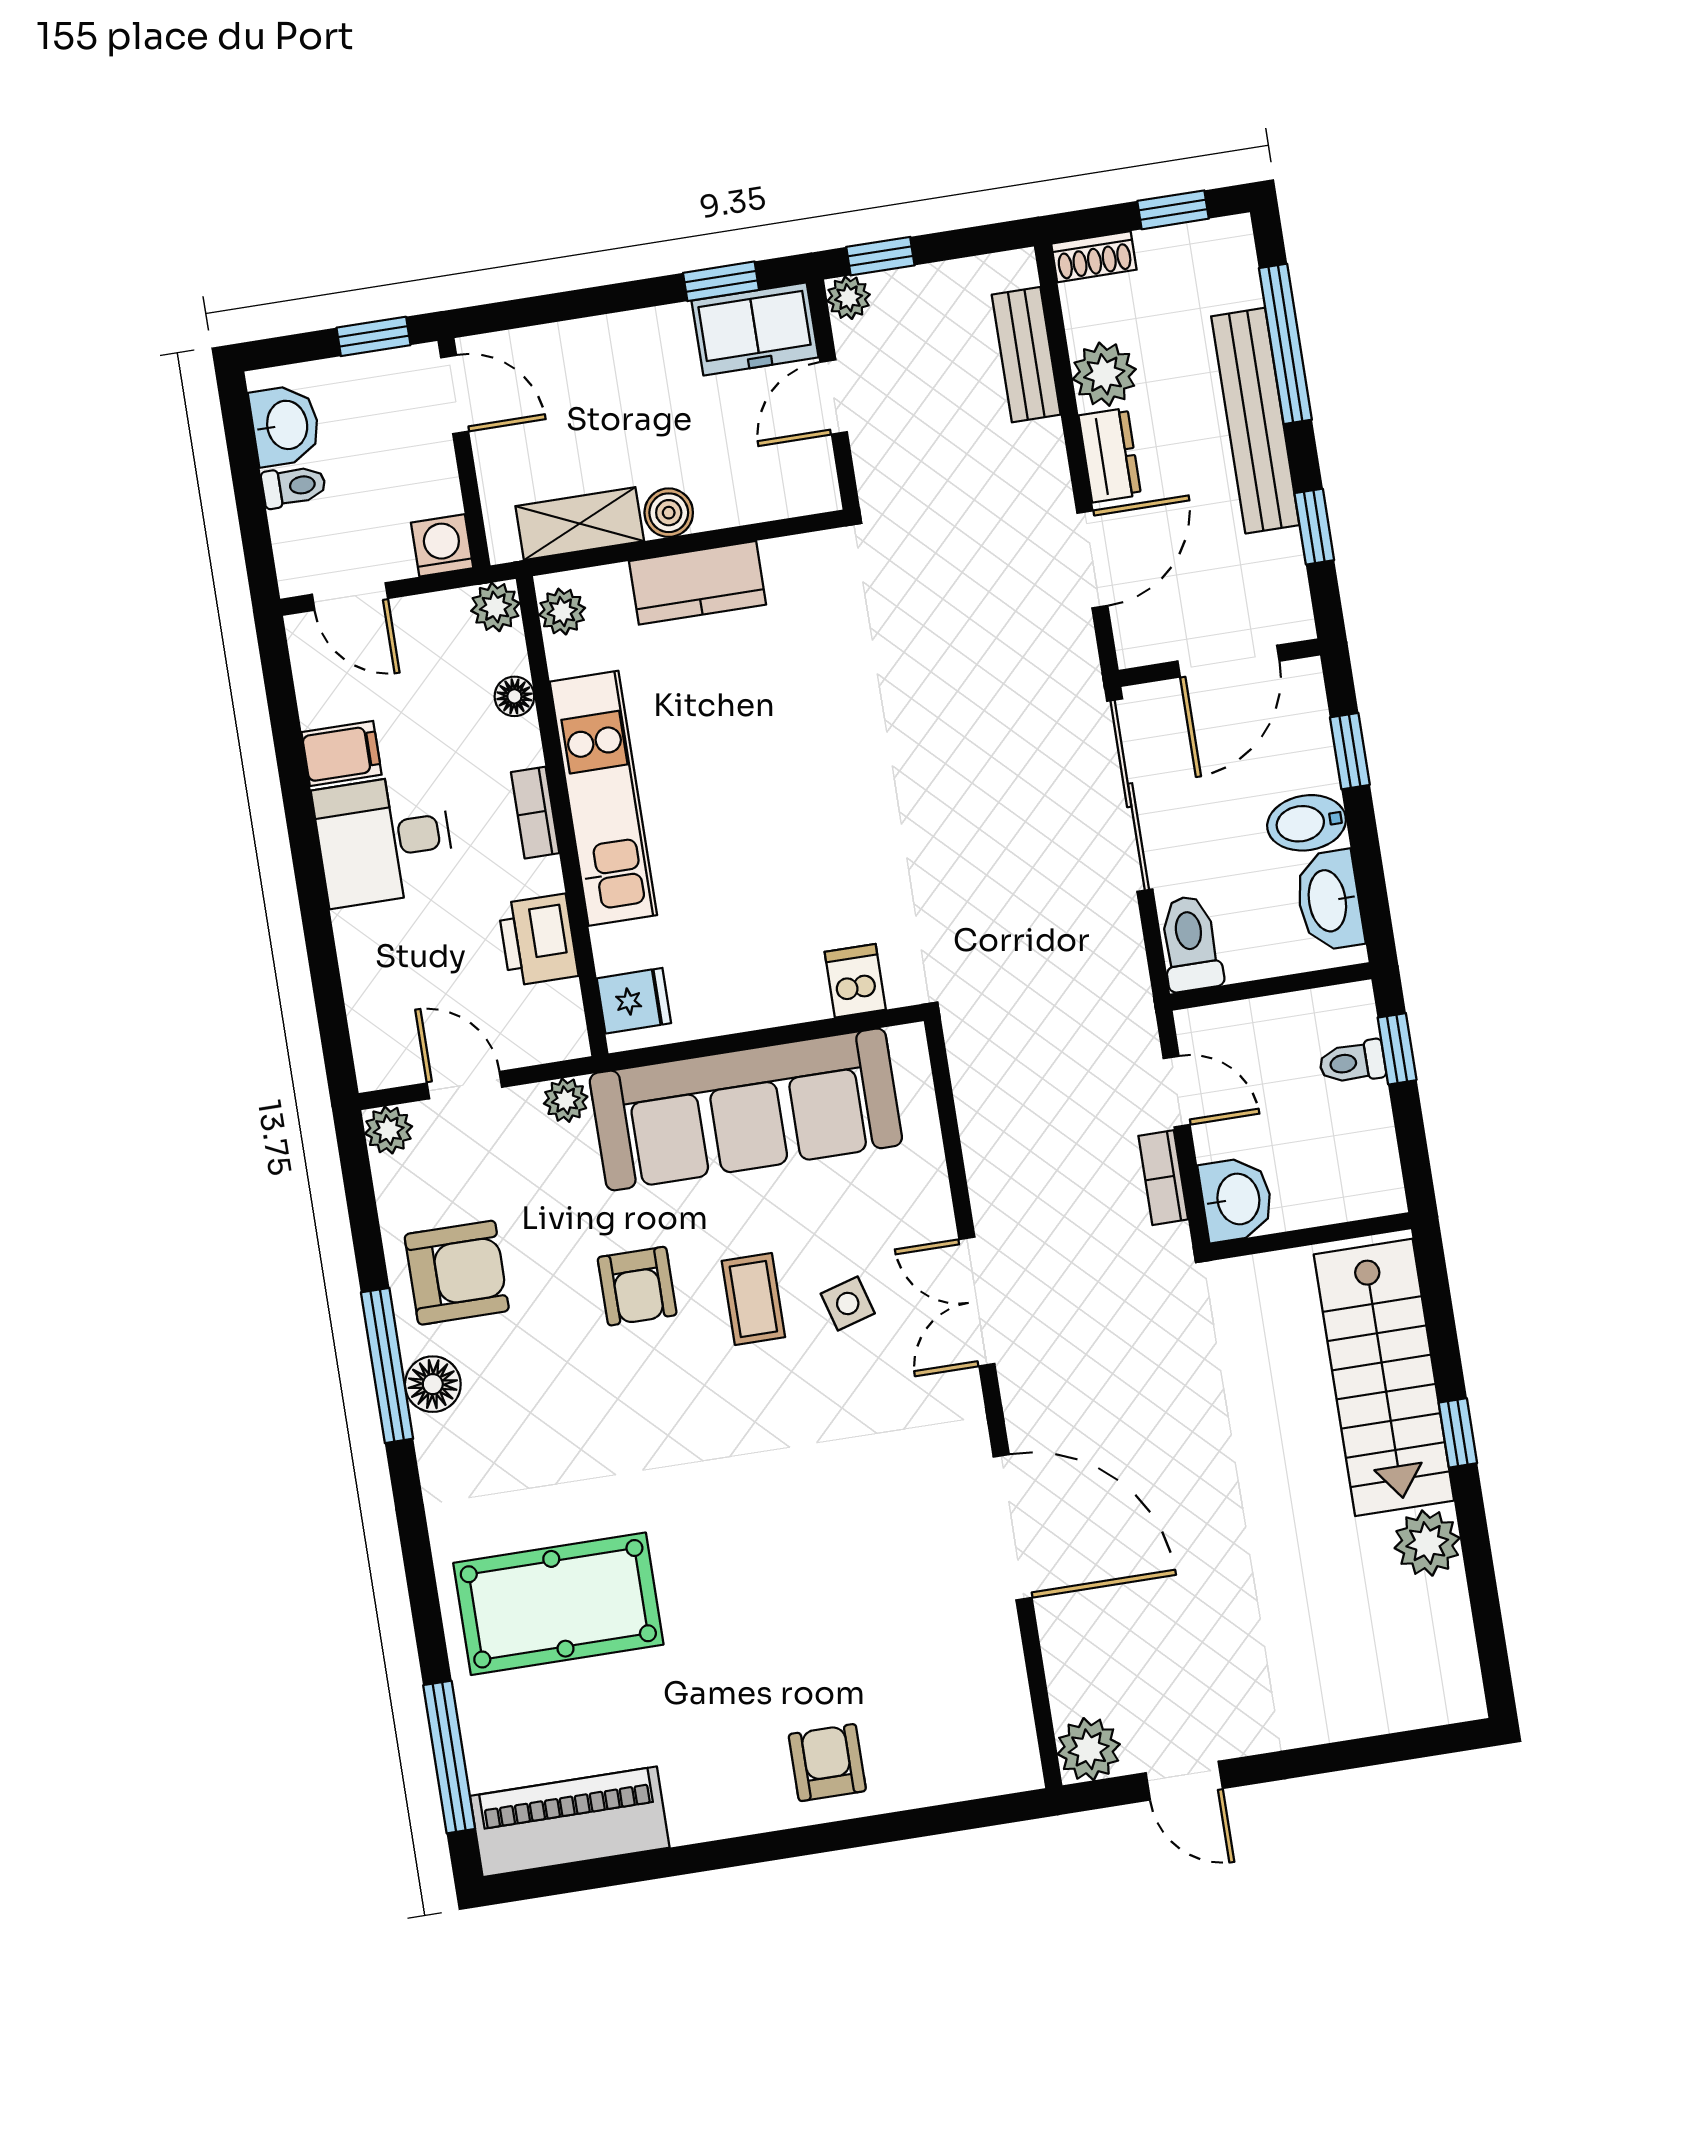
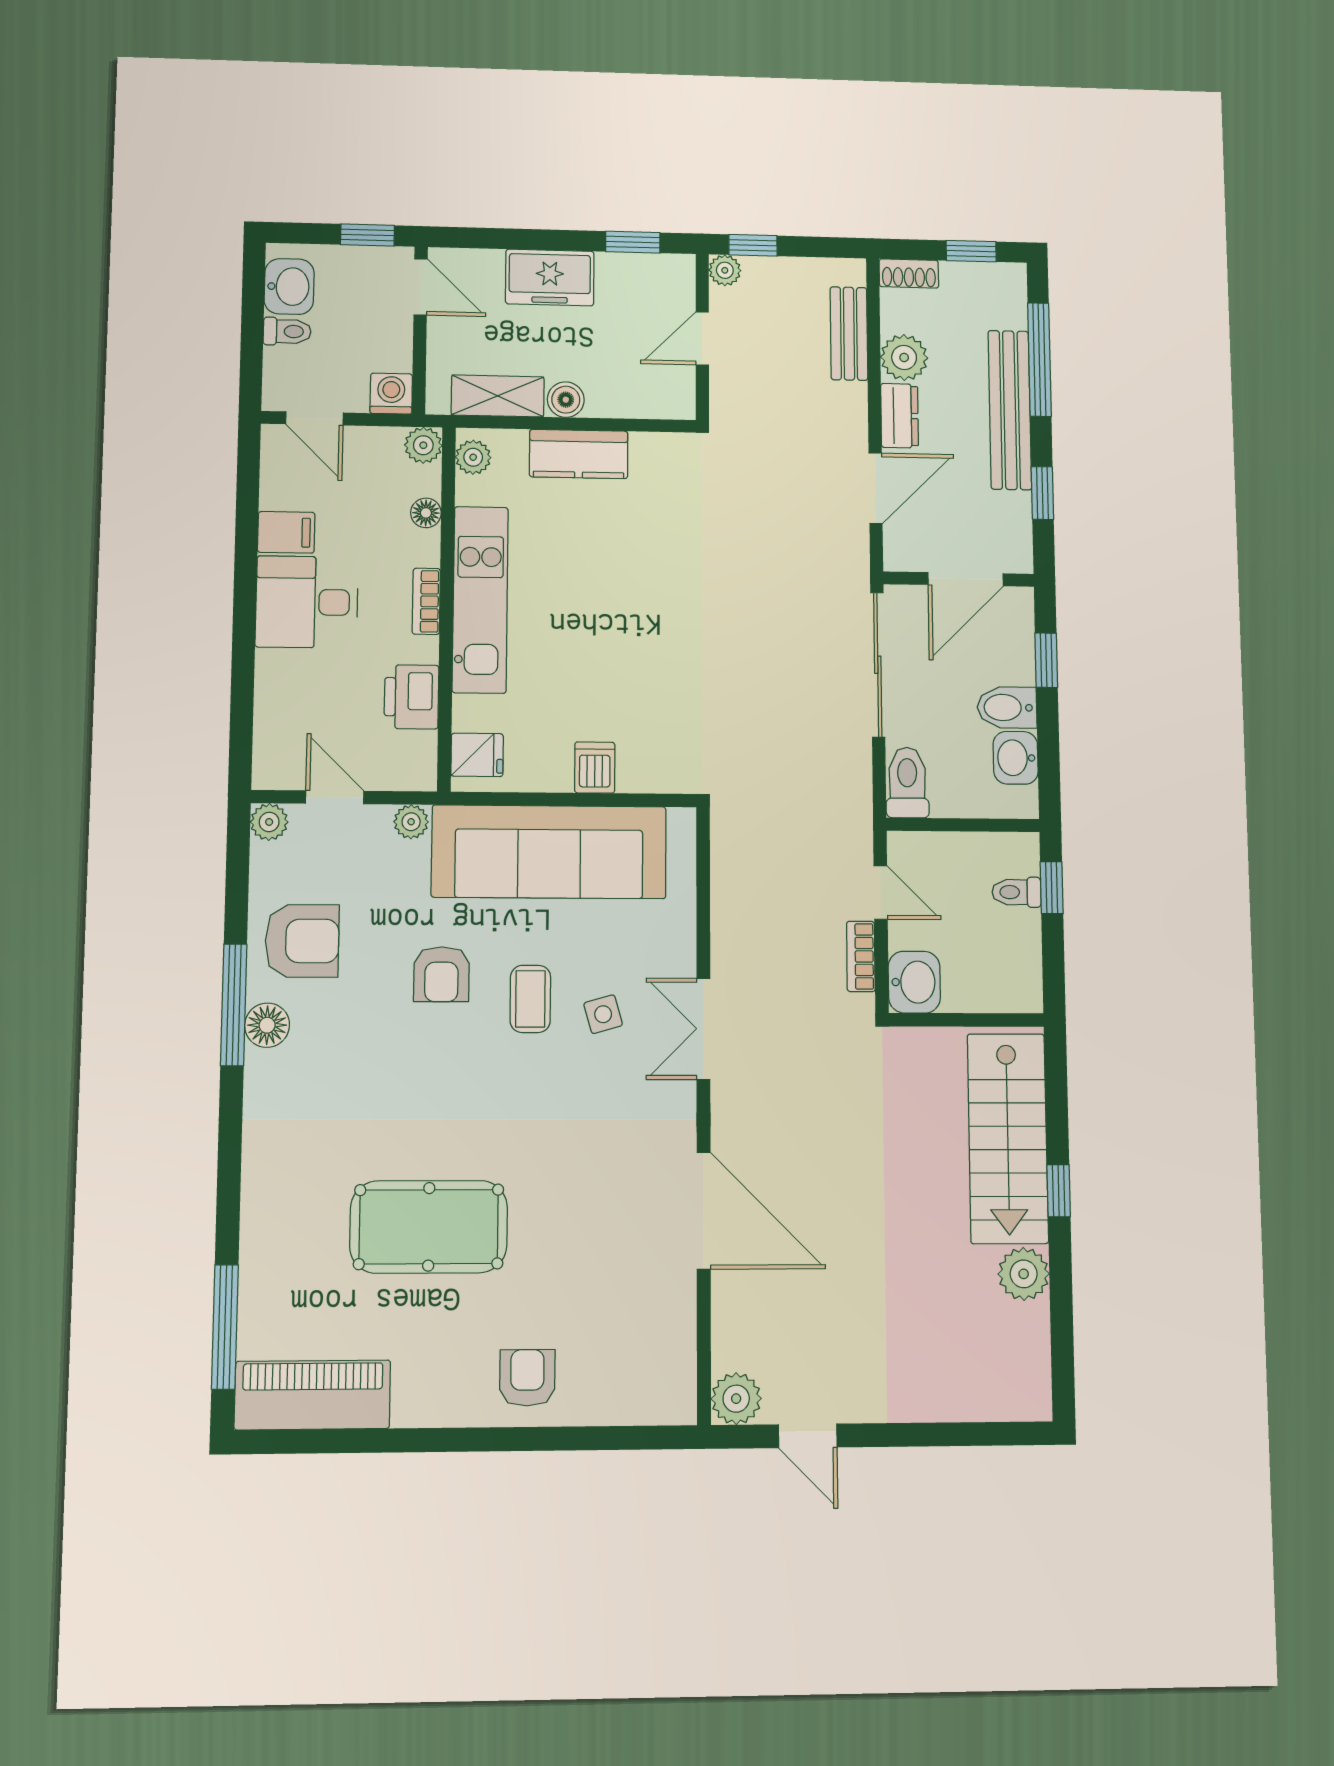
freezer: (755, 329) -> (550, 277), moved
washbasin: (1329, 900) -> (1016, 758), width x0.72
dishwasher: (855, 981) -> (595, 768), moved
pool table: (558, 1604) -> (429, 1227), moved

